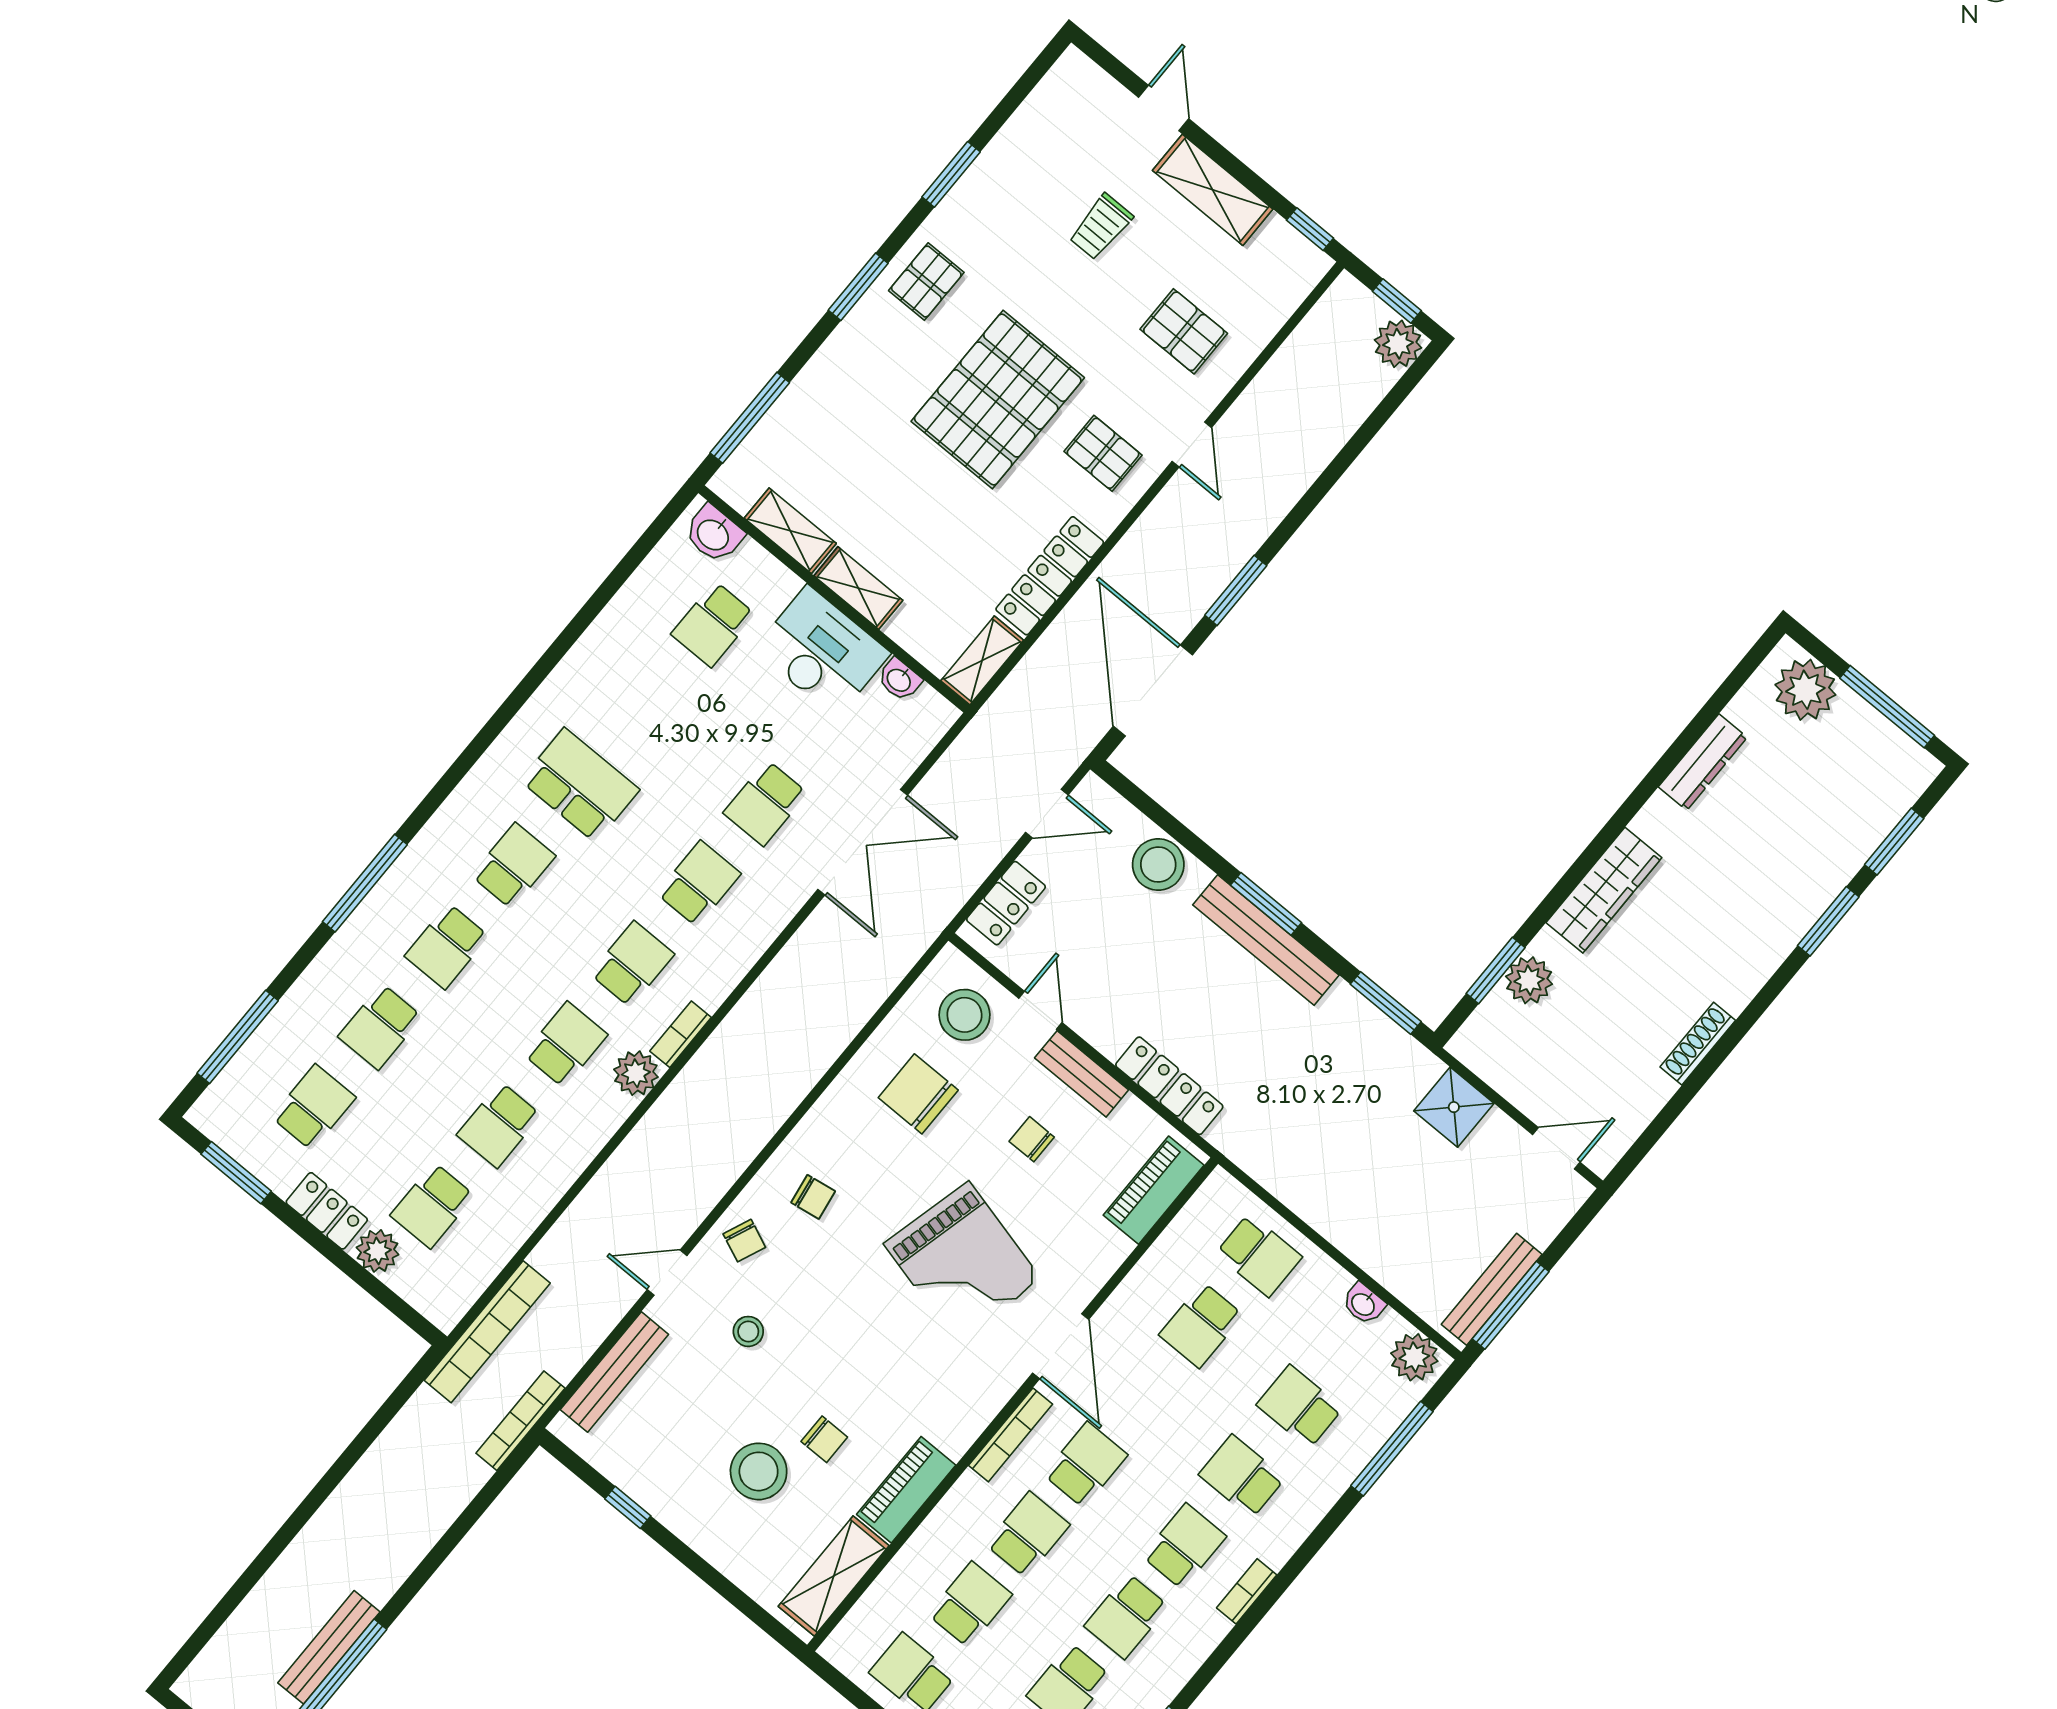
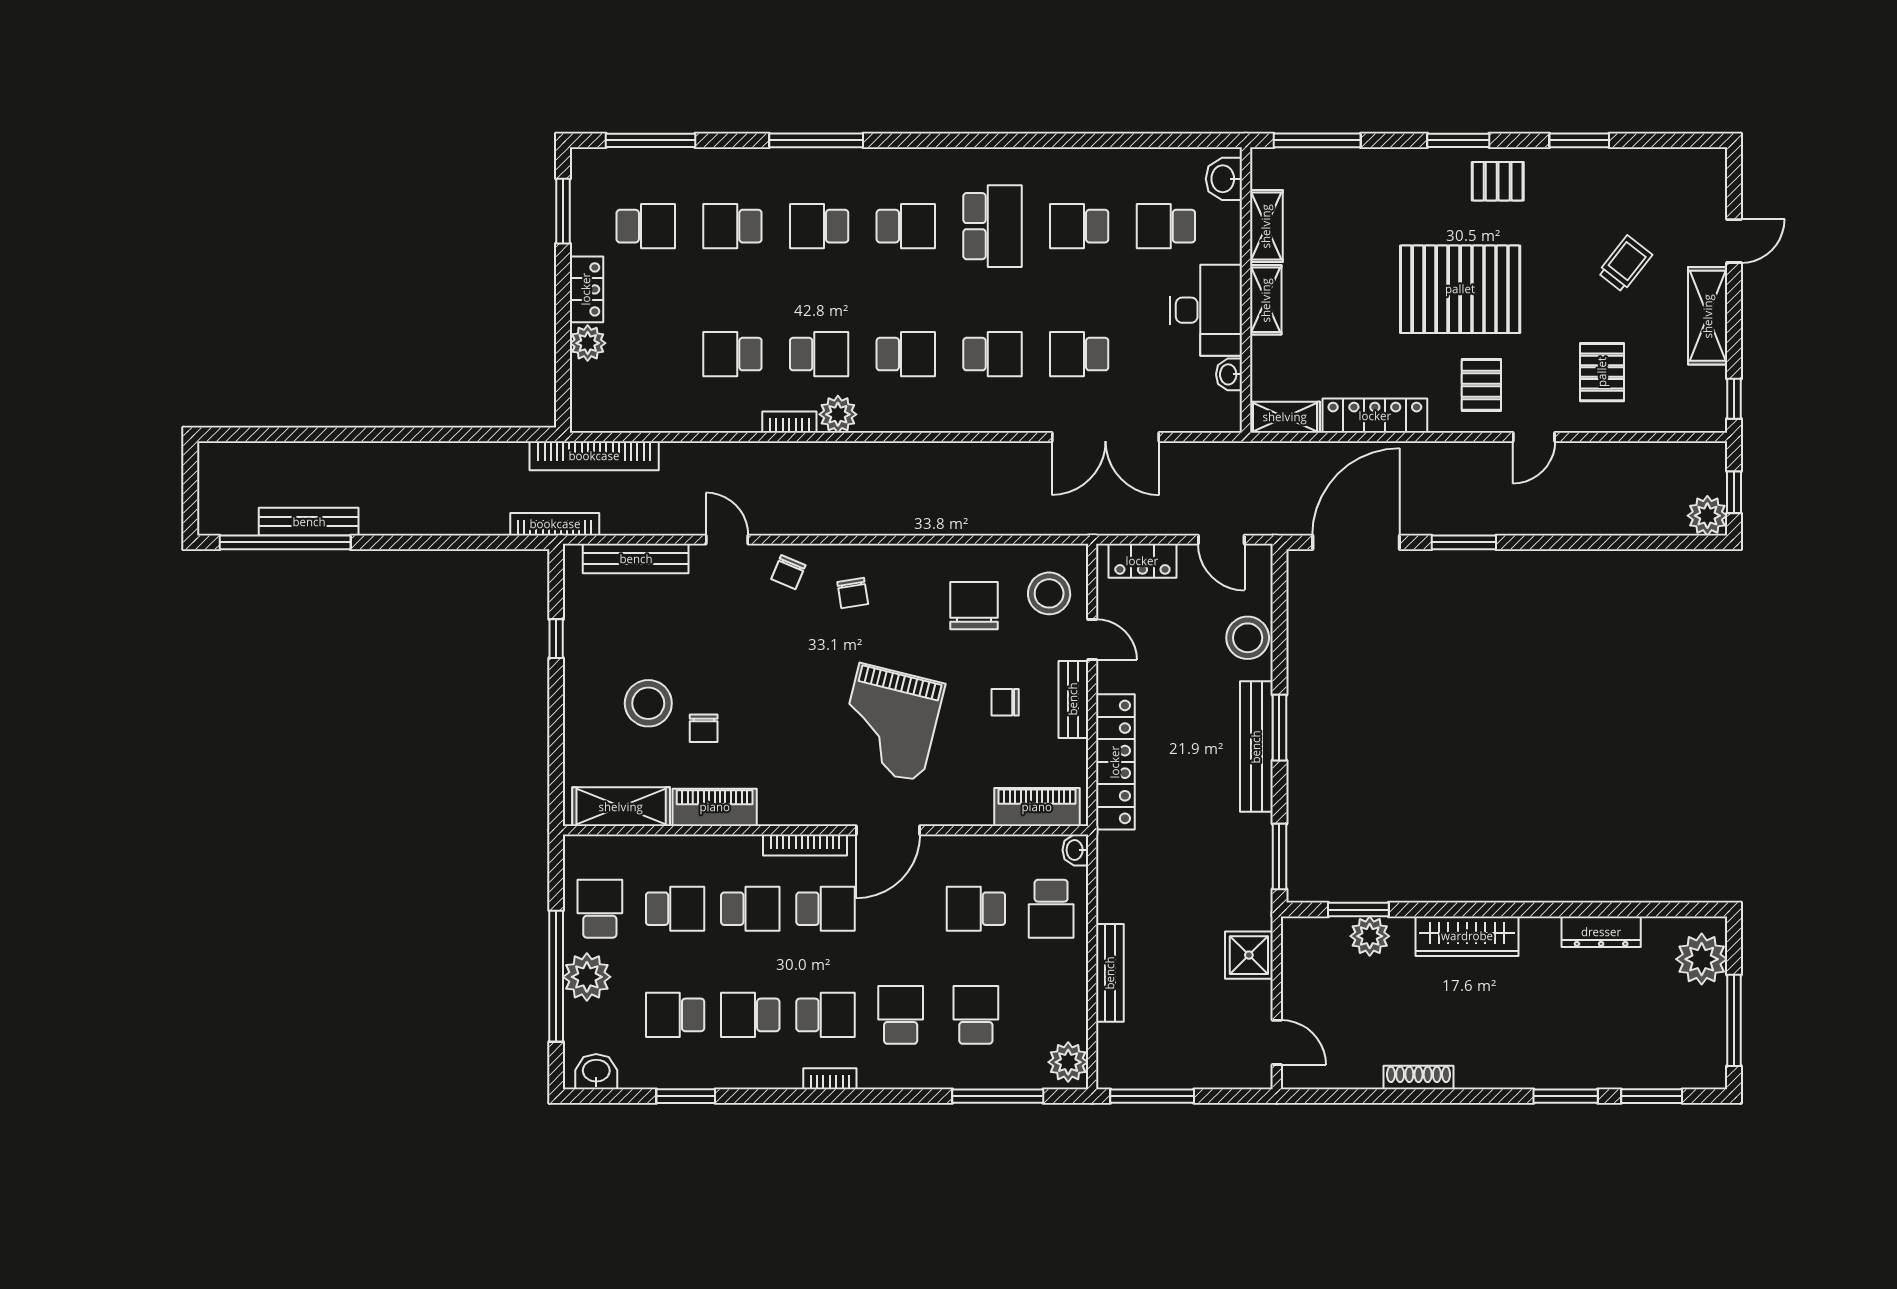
trolley: (1101, 227) -> (1625, 264), turned 128
door: (1040, 1010) -> (1092, 640), hinge flipped
bookcase: (681, 1034) -> (789, 422), moved
locker: (1169, 1086) -> (1115, 762), width x1.41, depth x1.21
chair: (1032, 1139) -> (1005, 702), turned -90
school desk: (432, 1205) -> (1079, 226), moved
bench: (1492, 1289) -> (1110, 973), moved, turned 90
washbasin: (1363, 1304) -> (1075, 850), moved
stool: (748, 1331) -> (732, 623), removed

